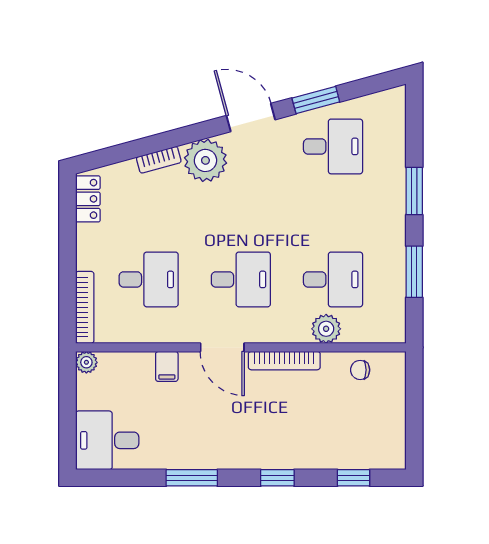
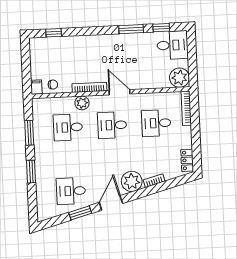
door: (251, 118) -> (111, 203), swing flipped
plant: (326, 329) -> (82, 103), moved
plant: (86, 362) -> (179, 78), width x1.88, depth x1.88
filing cabinet: (167, 366) -> (36, 87), moved
window: (277, 478) -> (161, 28), moved

